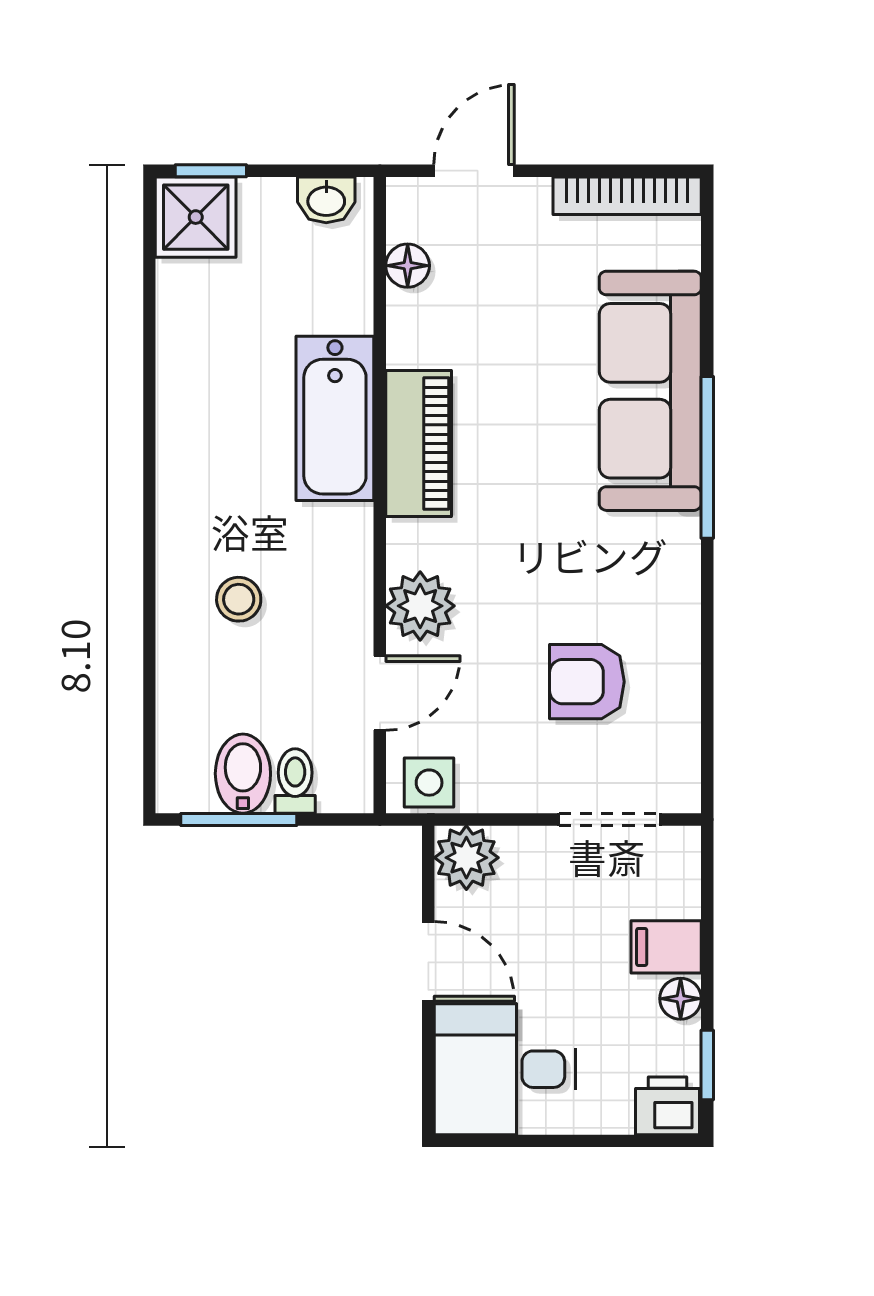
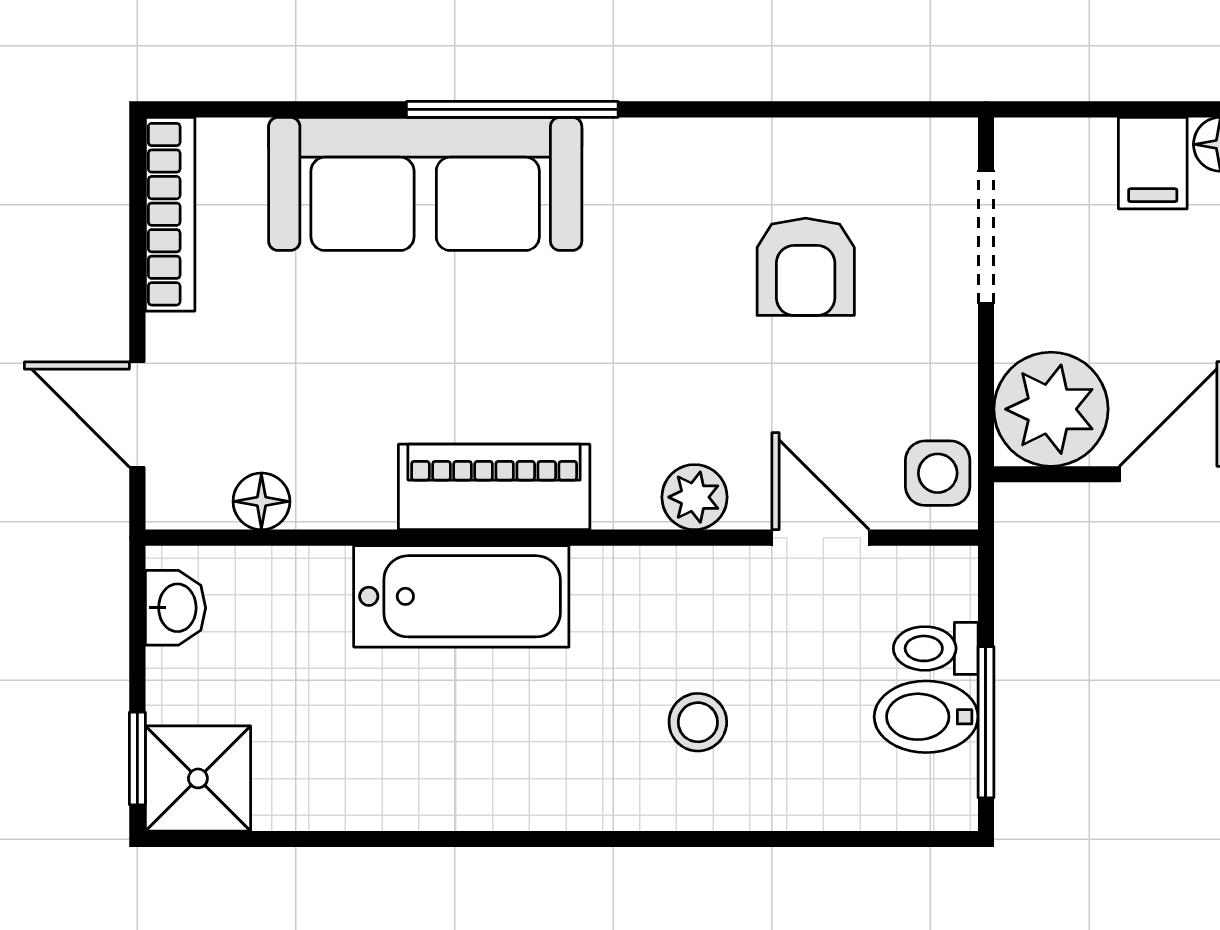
plant: (420, 606) -> (694, 497), width x0.73, depth x0.73
plant: (466, 858) -> (1051, 409), width x1.36, depth x1.36

